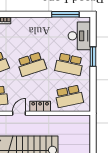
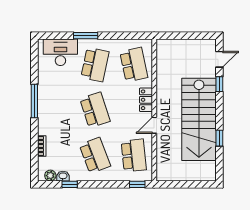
window: (65, 14) -> (34, 101), moved
door: (19, 113) -> (154, 125), hinge flipped

